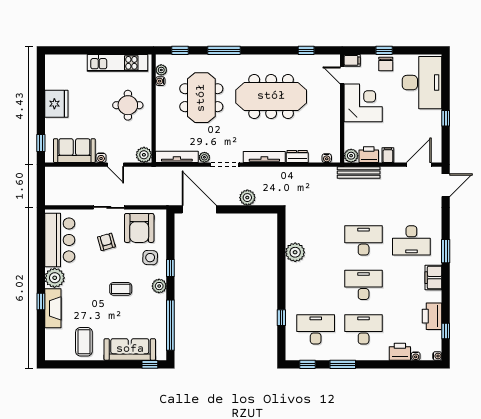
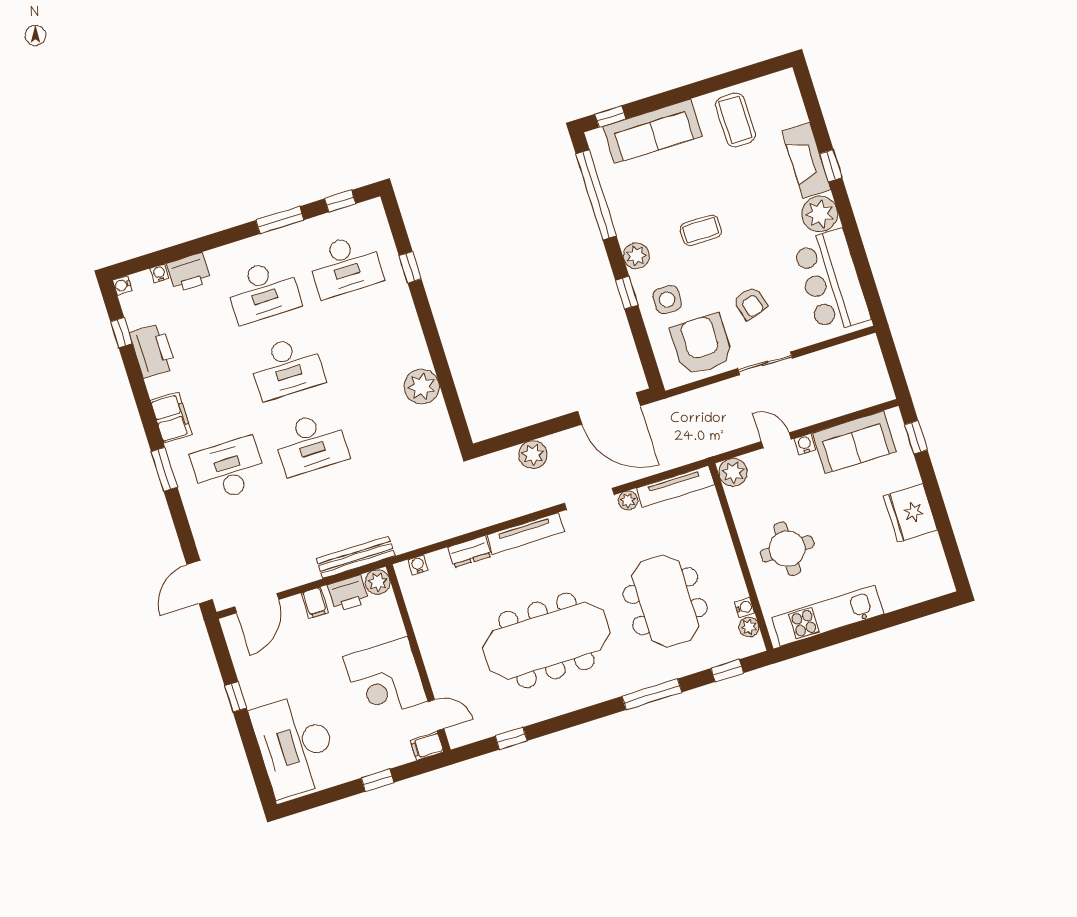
chair: (386, 64) -> (367, 758), removed

